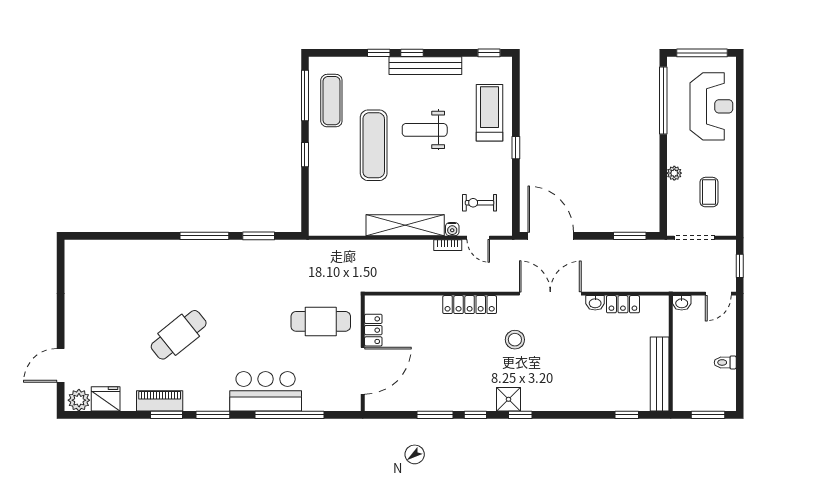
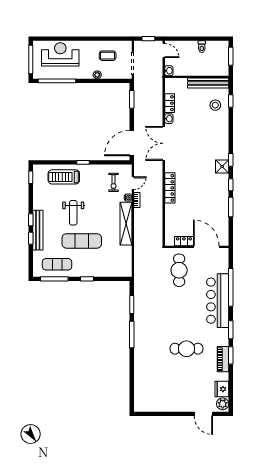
bench: (425, 66) -> (38, 230), moved
cafe table: (179, 335) -> (186, 349), turned -51
stool: (515, 340) -> (215, 105), moved
bar counter: (266, 391) -> (218, 301), width x1.36

